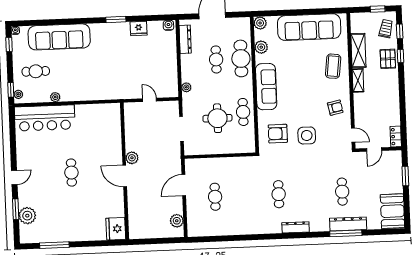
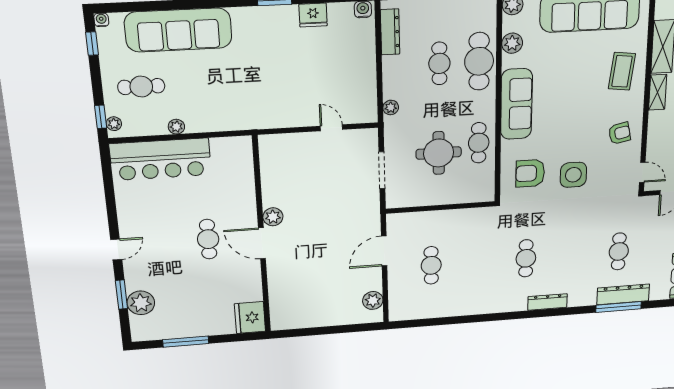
plant: (132, 158) -> (273, 217), moved
wall: (125, 171) -> (262, 236), moved
door: (125, 176) -> (262, 243), moved
fridge: (116, 229) -> (250, 318), moved

